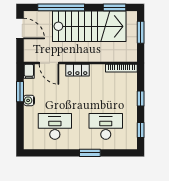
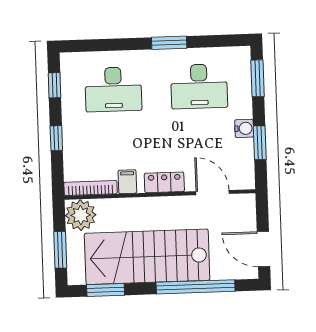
plant: (128, 52) -> (81, 215), added
filing cabinet: (29, 71) -> (127, 182), moved
window: (20, 130) -> (258, 78), added
window: (90, 153) -> (169, 43), moved

